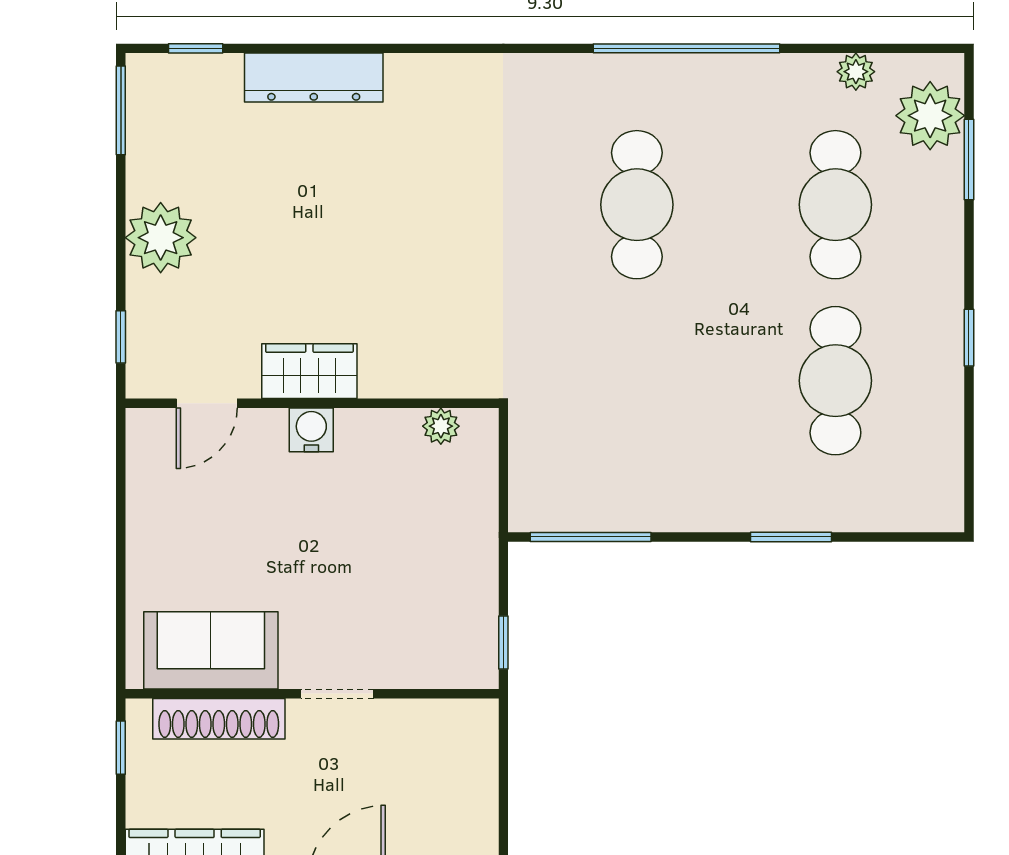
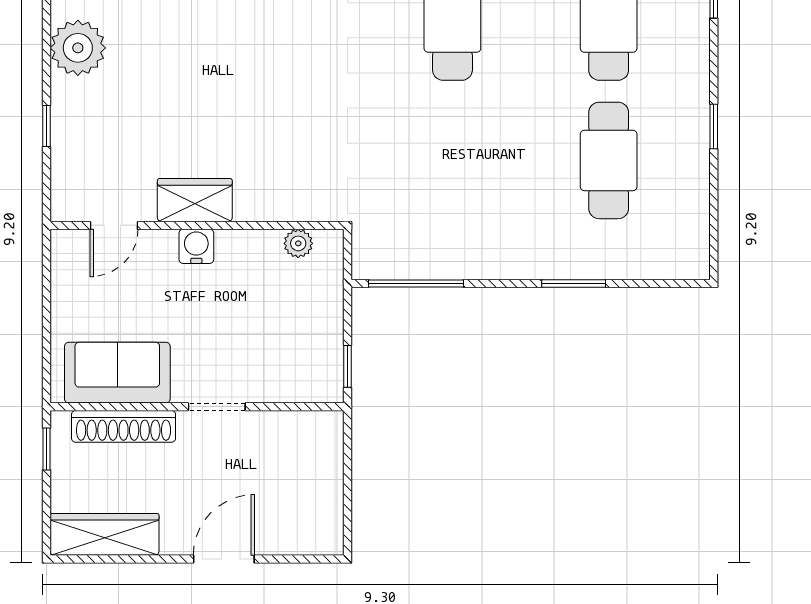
wardrobe: (309, 371) -> (195, 200), moved
door: (207, 403) -> (114, 225), moved
wall: (312, 403) -> (197, 225), moved
plant: (441, 426) -> (298, 243), moved
water cooler: (311, 430) -> (196, 246), moved

